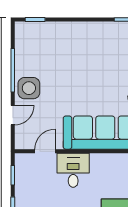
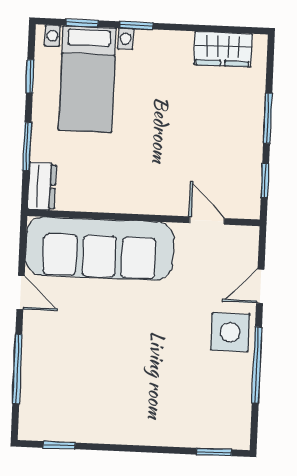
door: (45, 151) -> (207, 221), swing flipped
desk: (73, 170) -> (159, 185), removed

